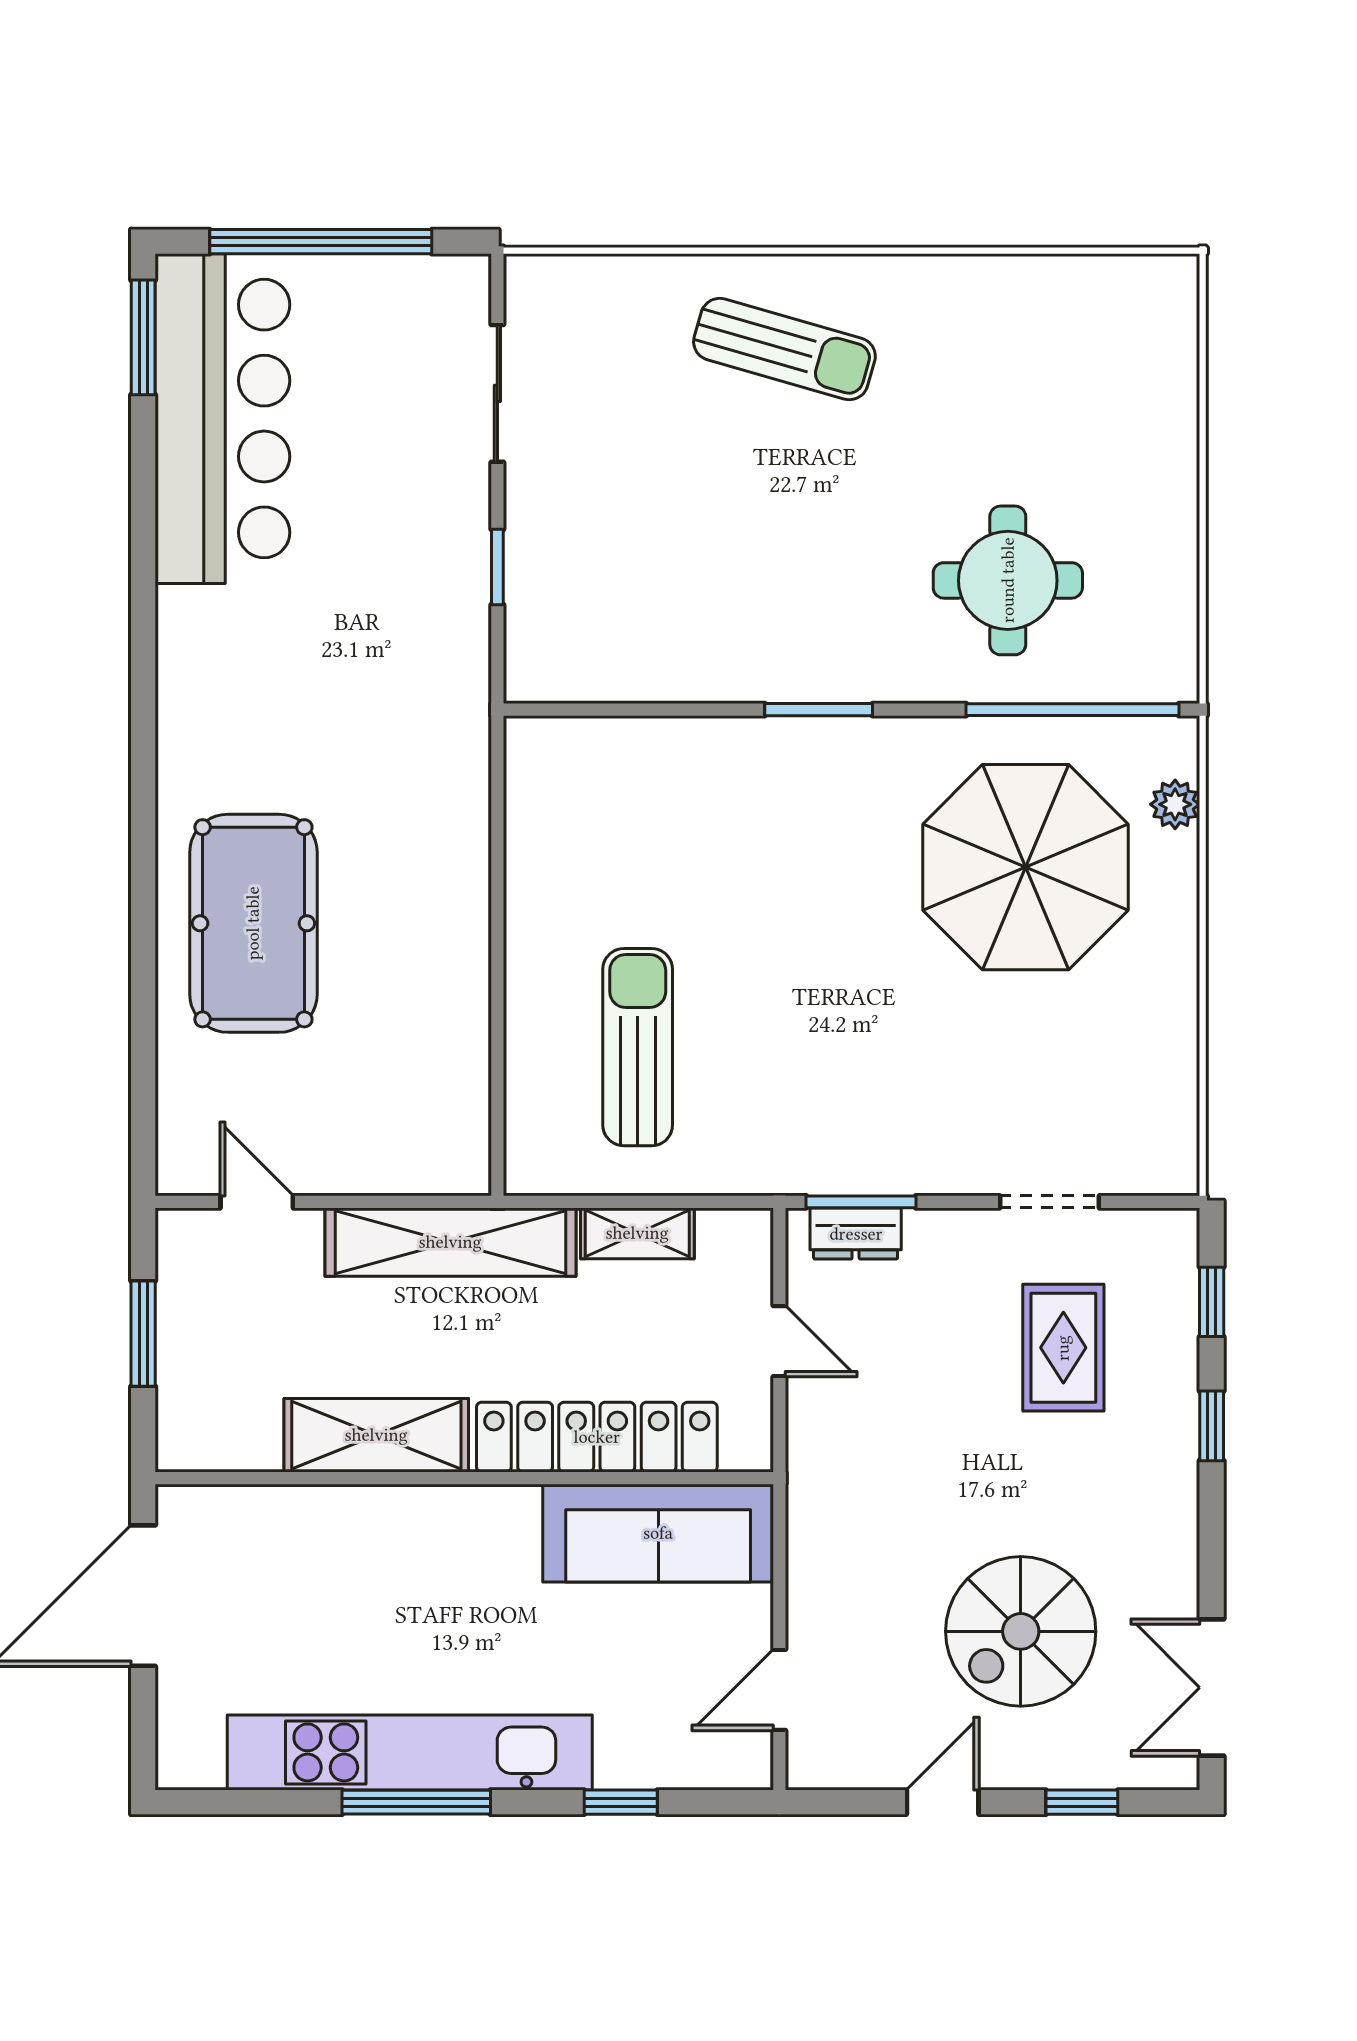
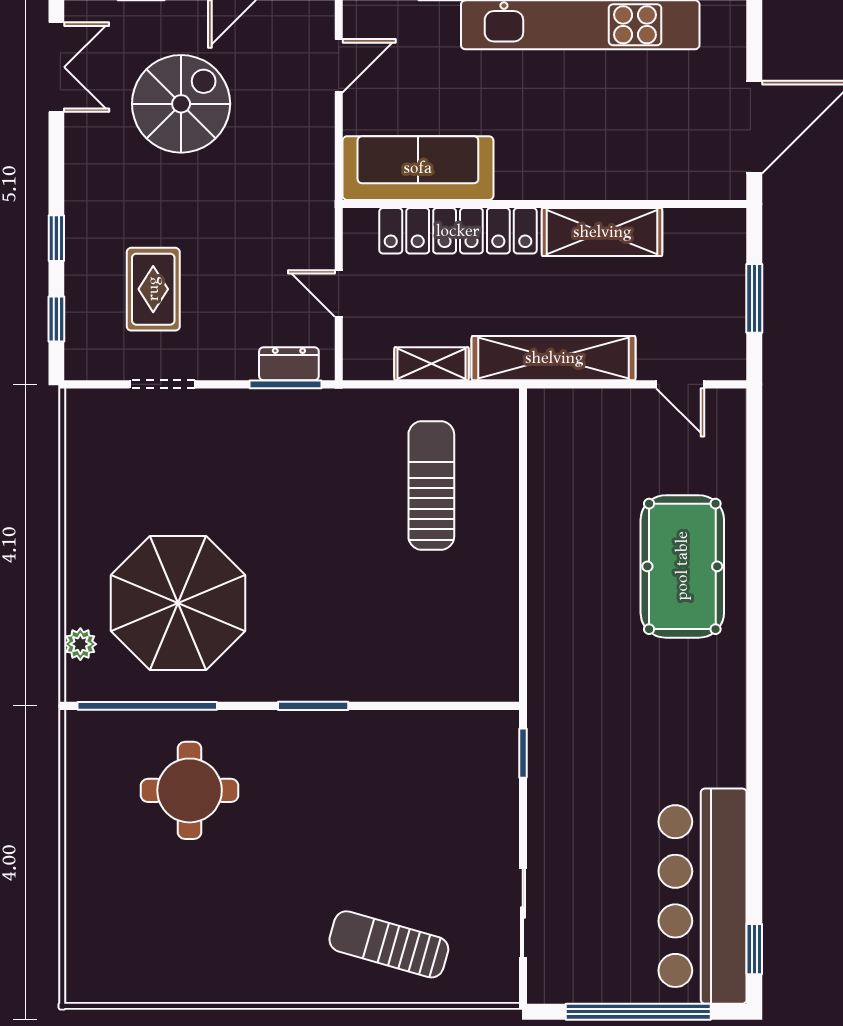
window: (143, 337) -> (754, 949), width x0.67
sun lounger: (784, 349) -> (389, 944), moved
window: (497, 567) -> (523, 753), moved
sun lounger: (638, 1047) -> (431, 486), turned 180

